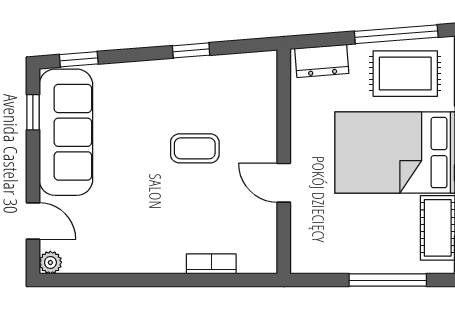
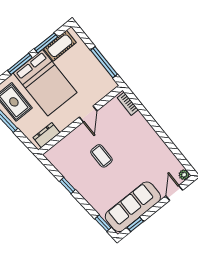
dresser: (322, 61) -> (46, 135), moved, turned -85
bookcase: (211, 264) -> (128, 104), moved
window: (388, 280) -> (104, 62), moved

